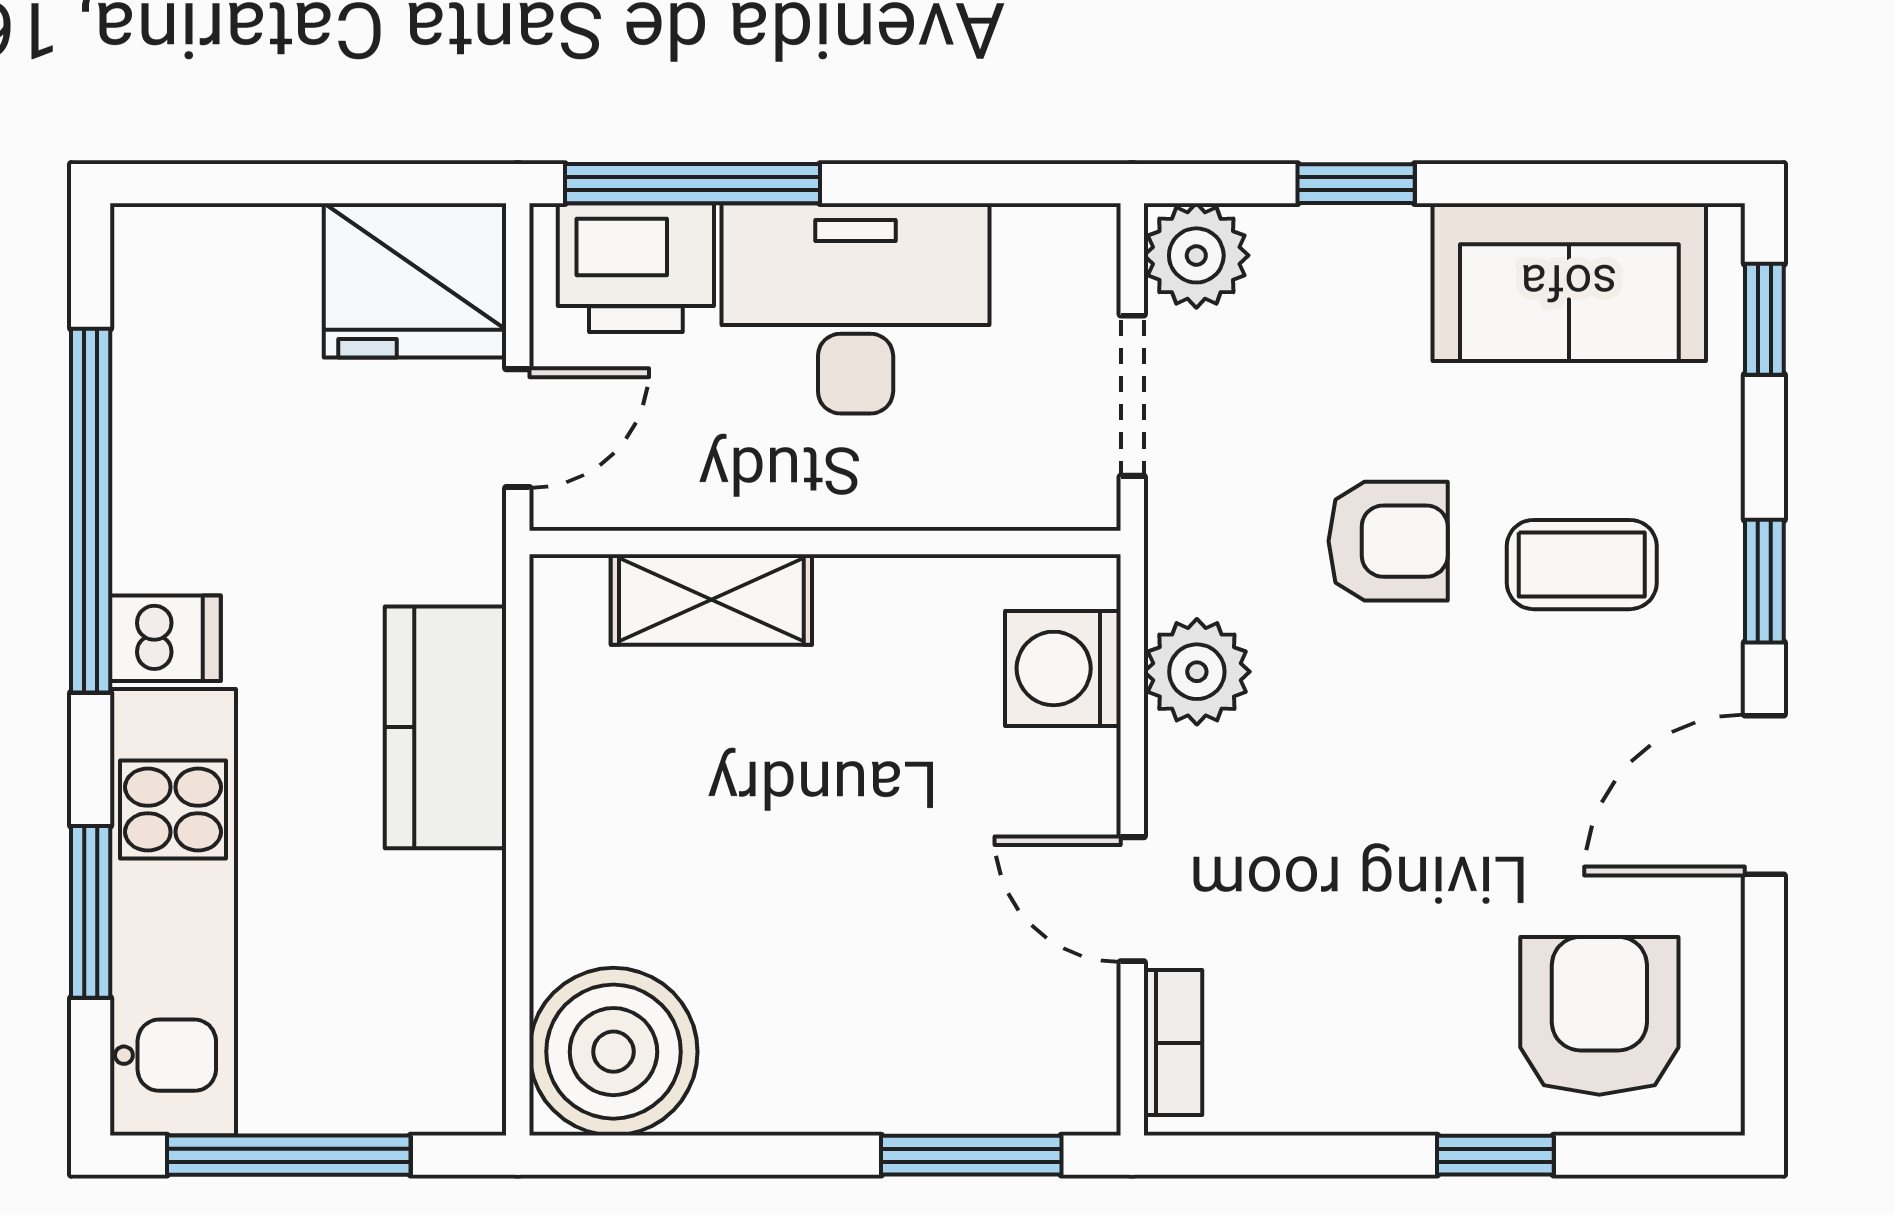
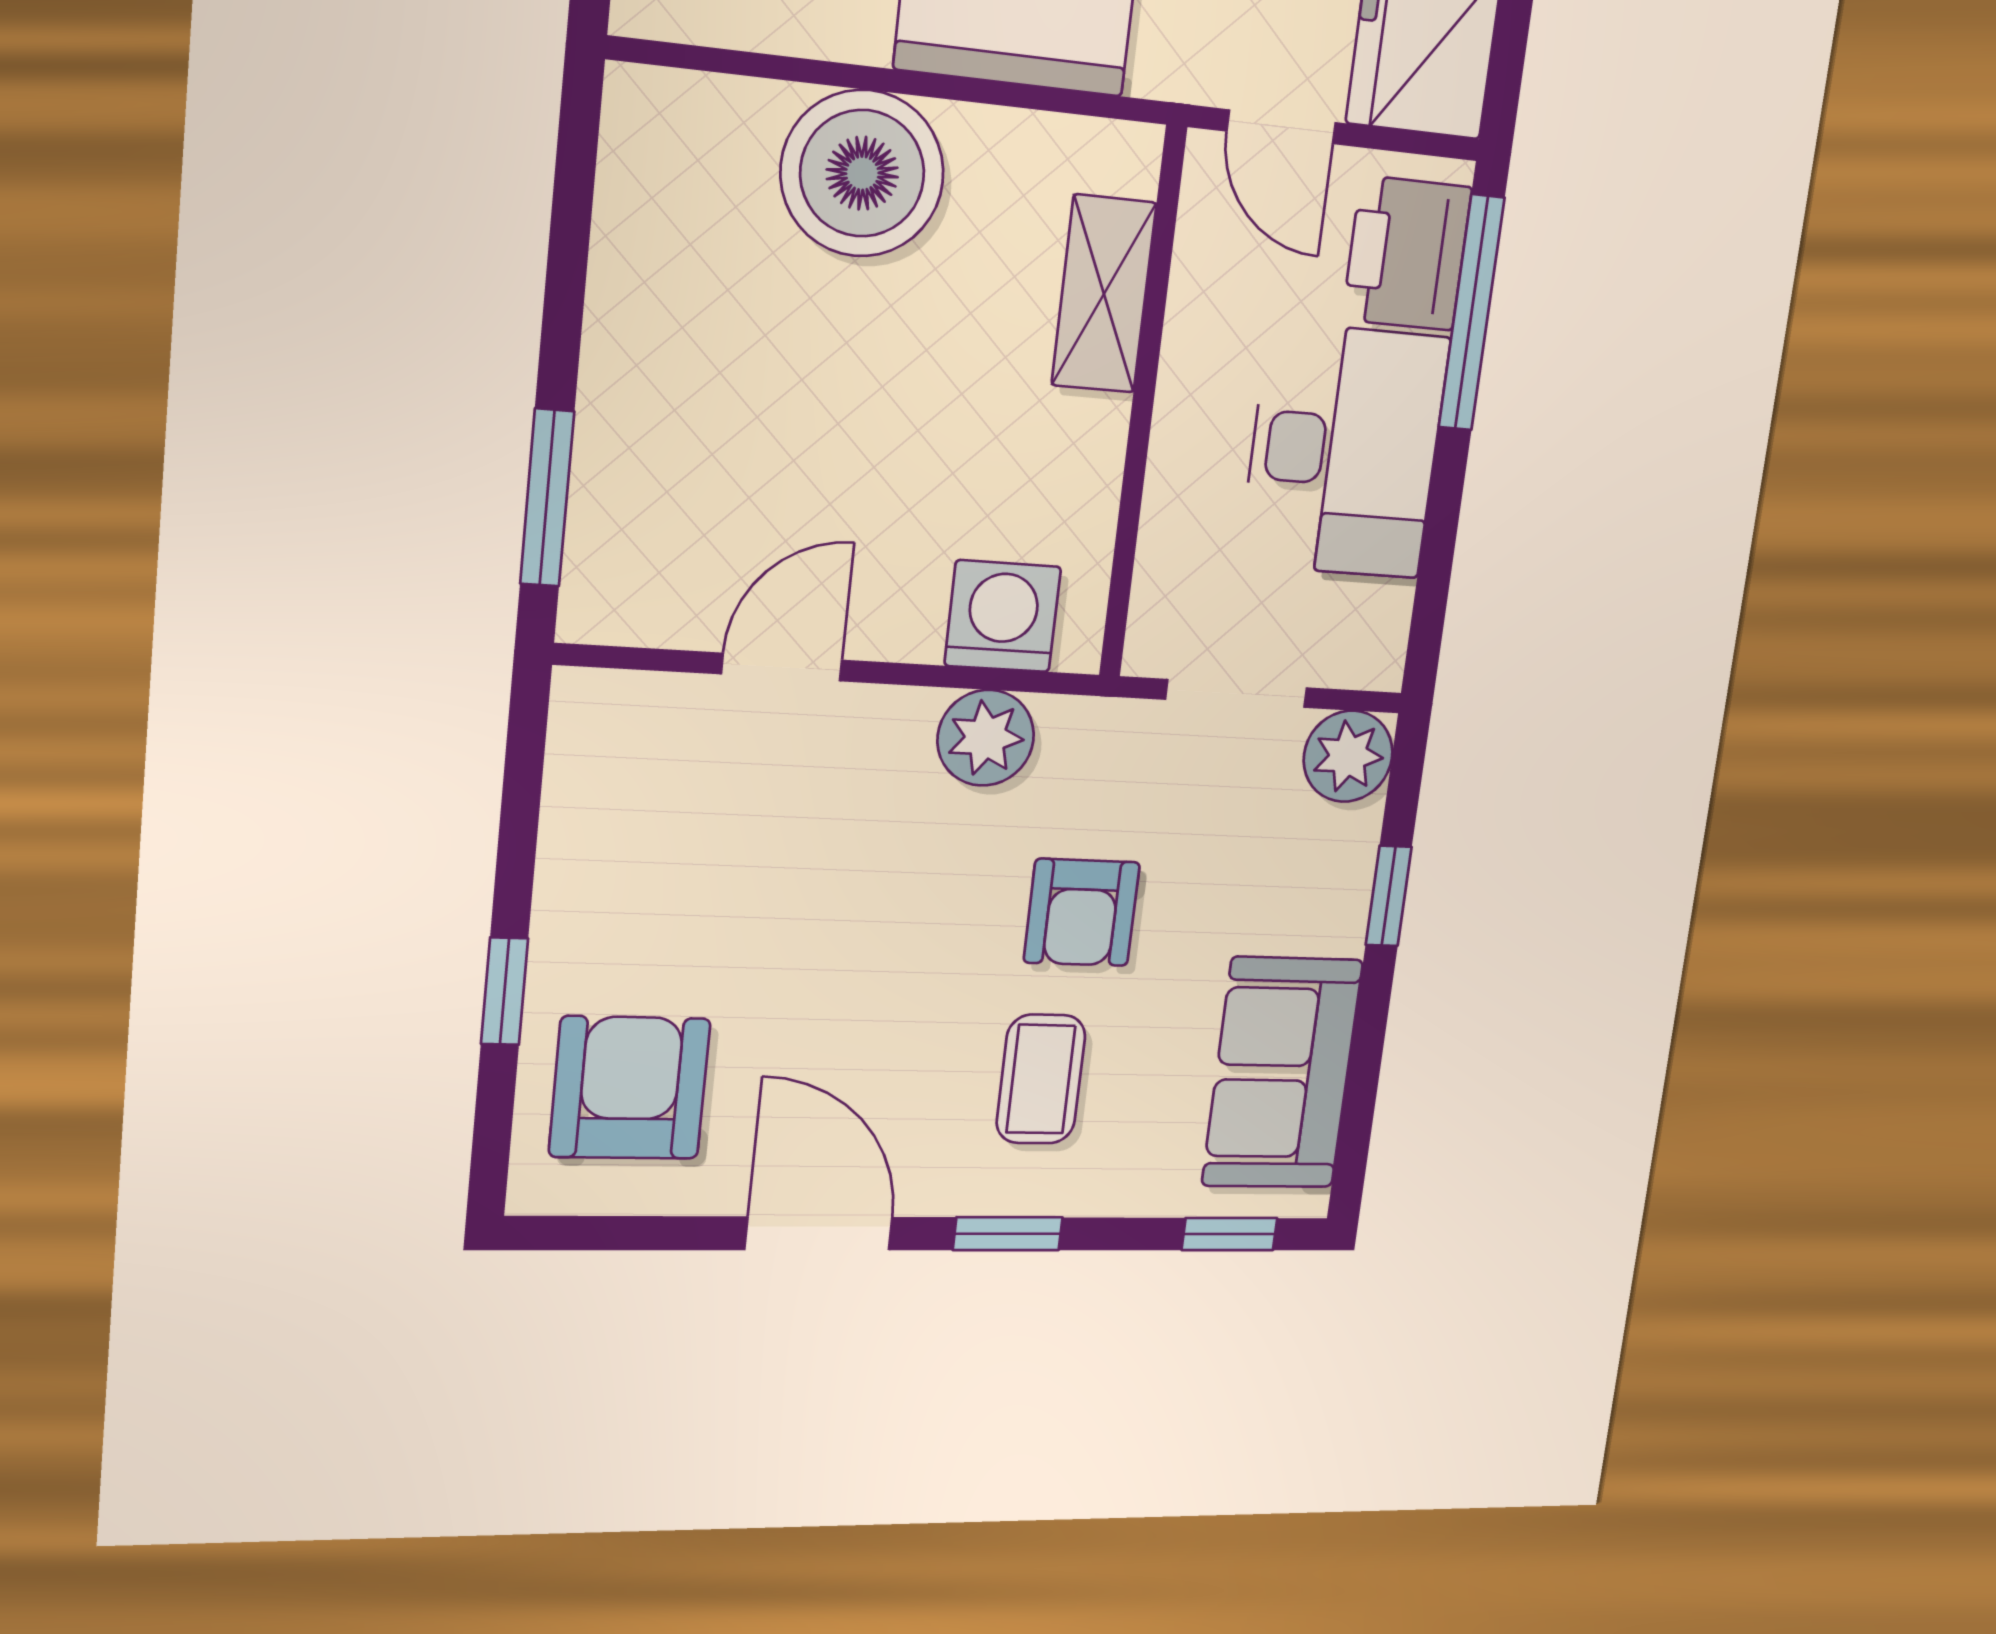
armchair: (1599, 1016) -> (630, 1088), turned -90
bookcase: (1173, 1043) -> (641, 697), removed
boiler: (613, 1052) -> (862, 173), moved

